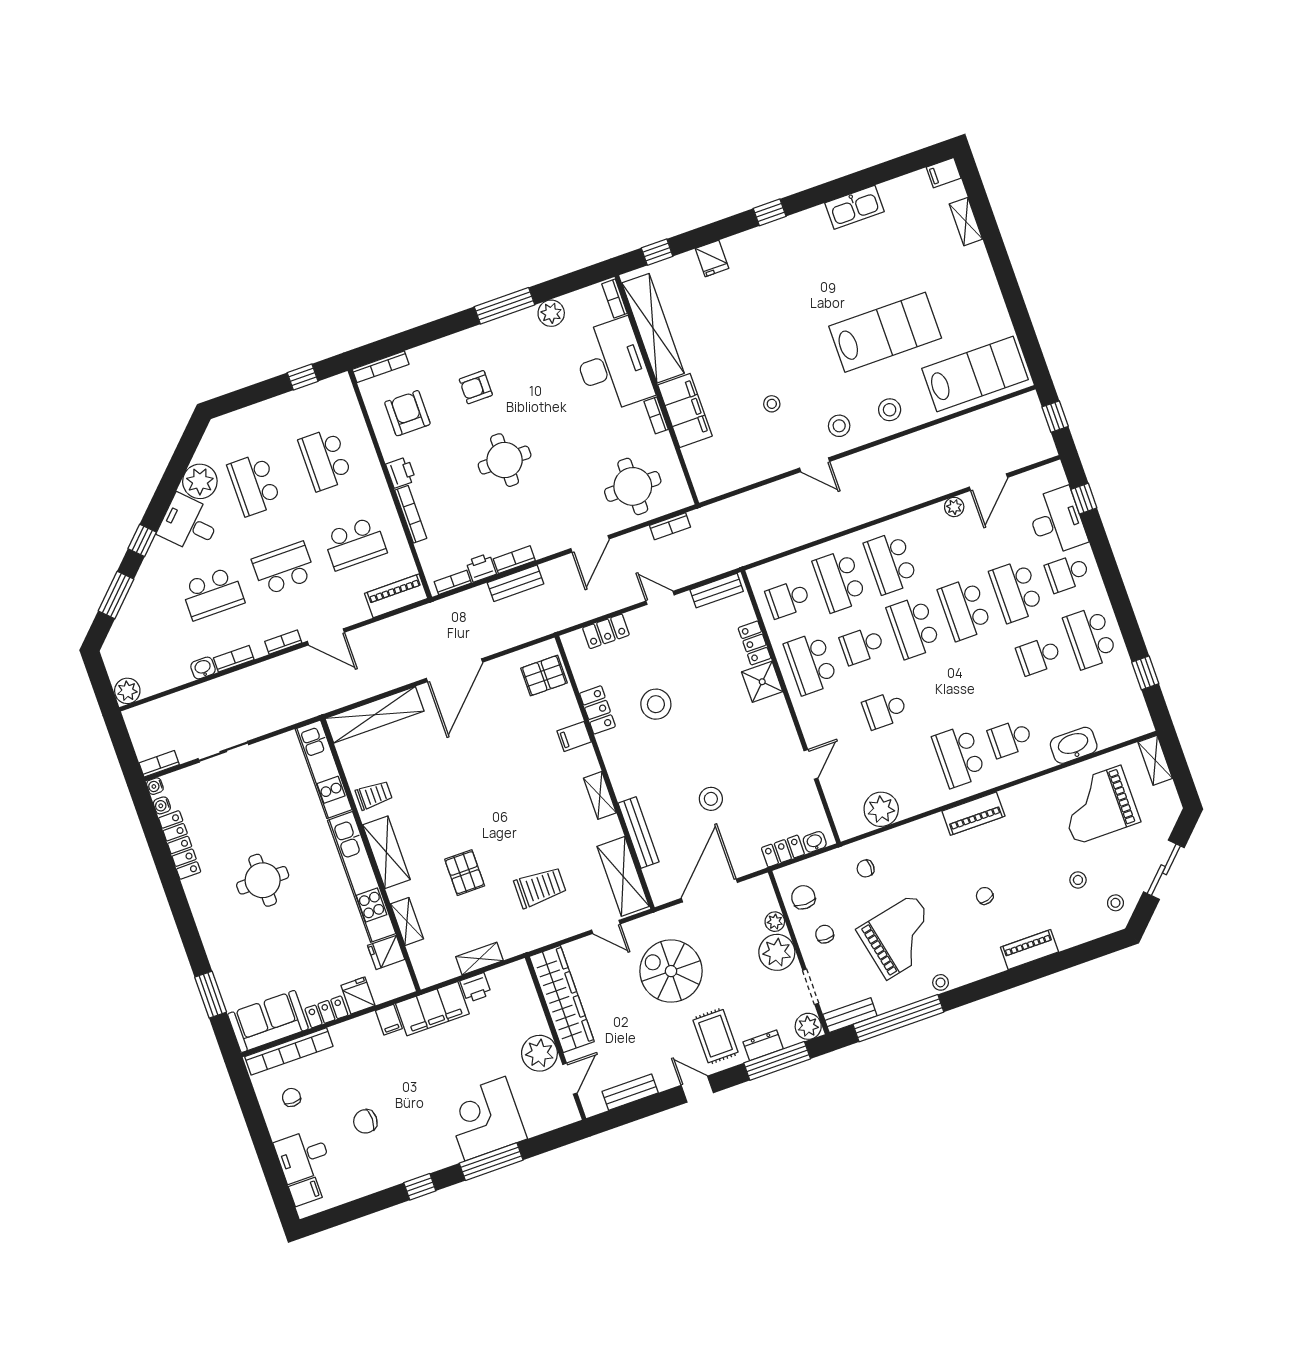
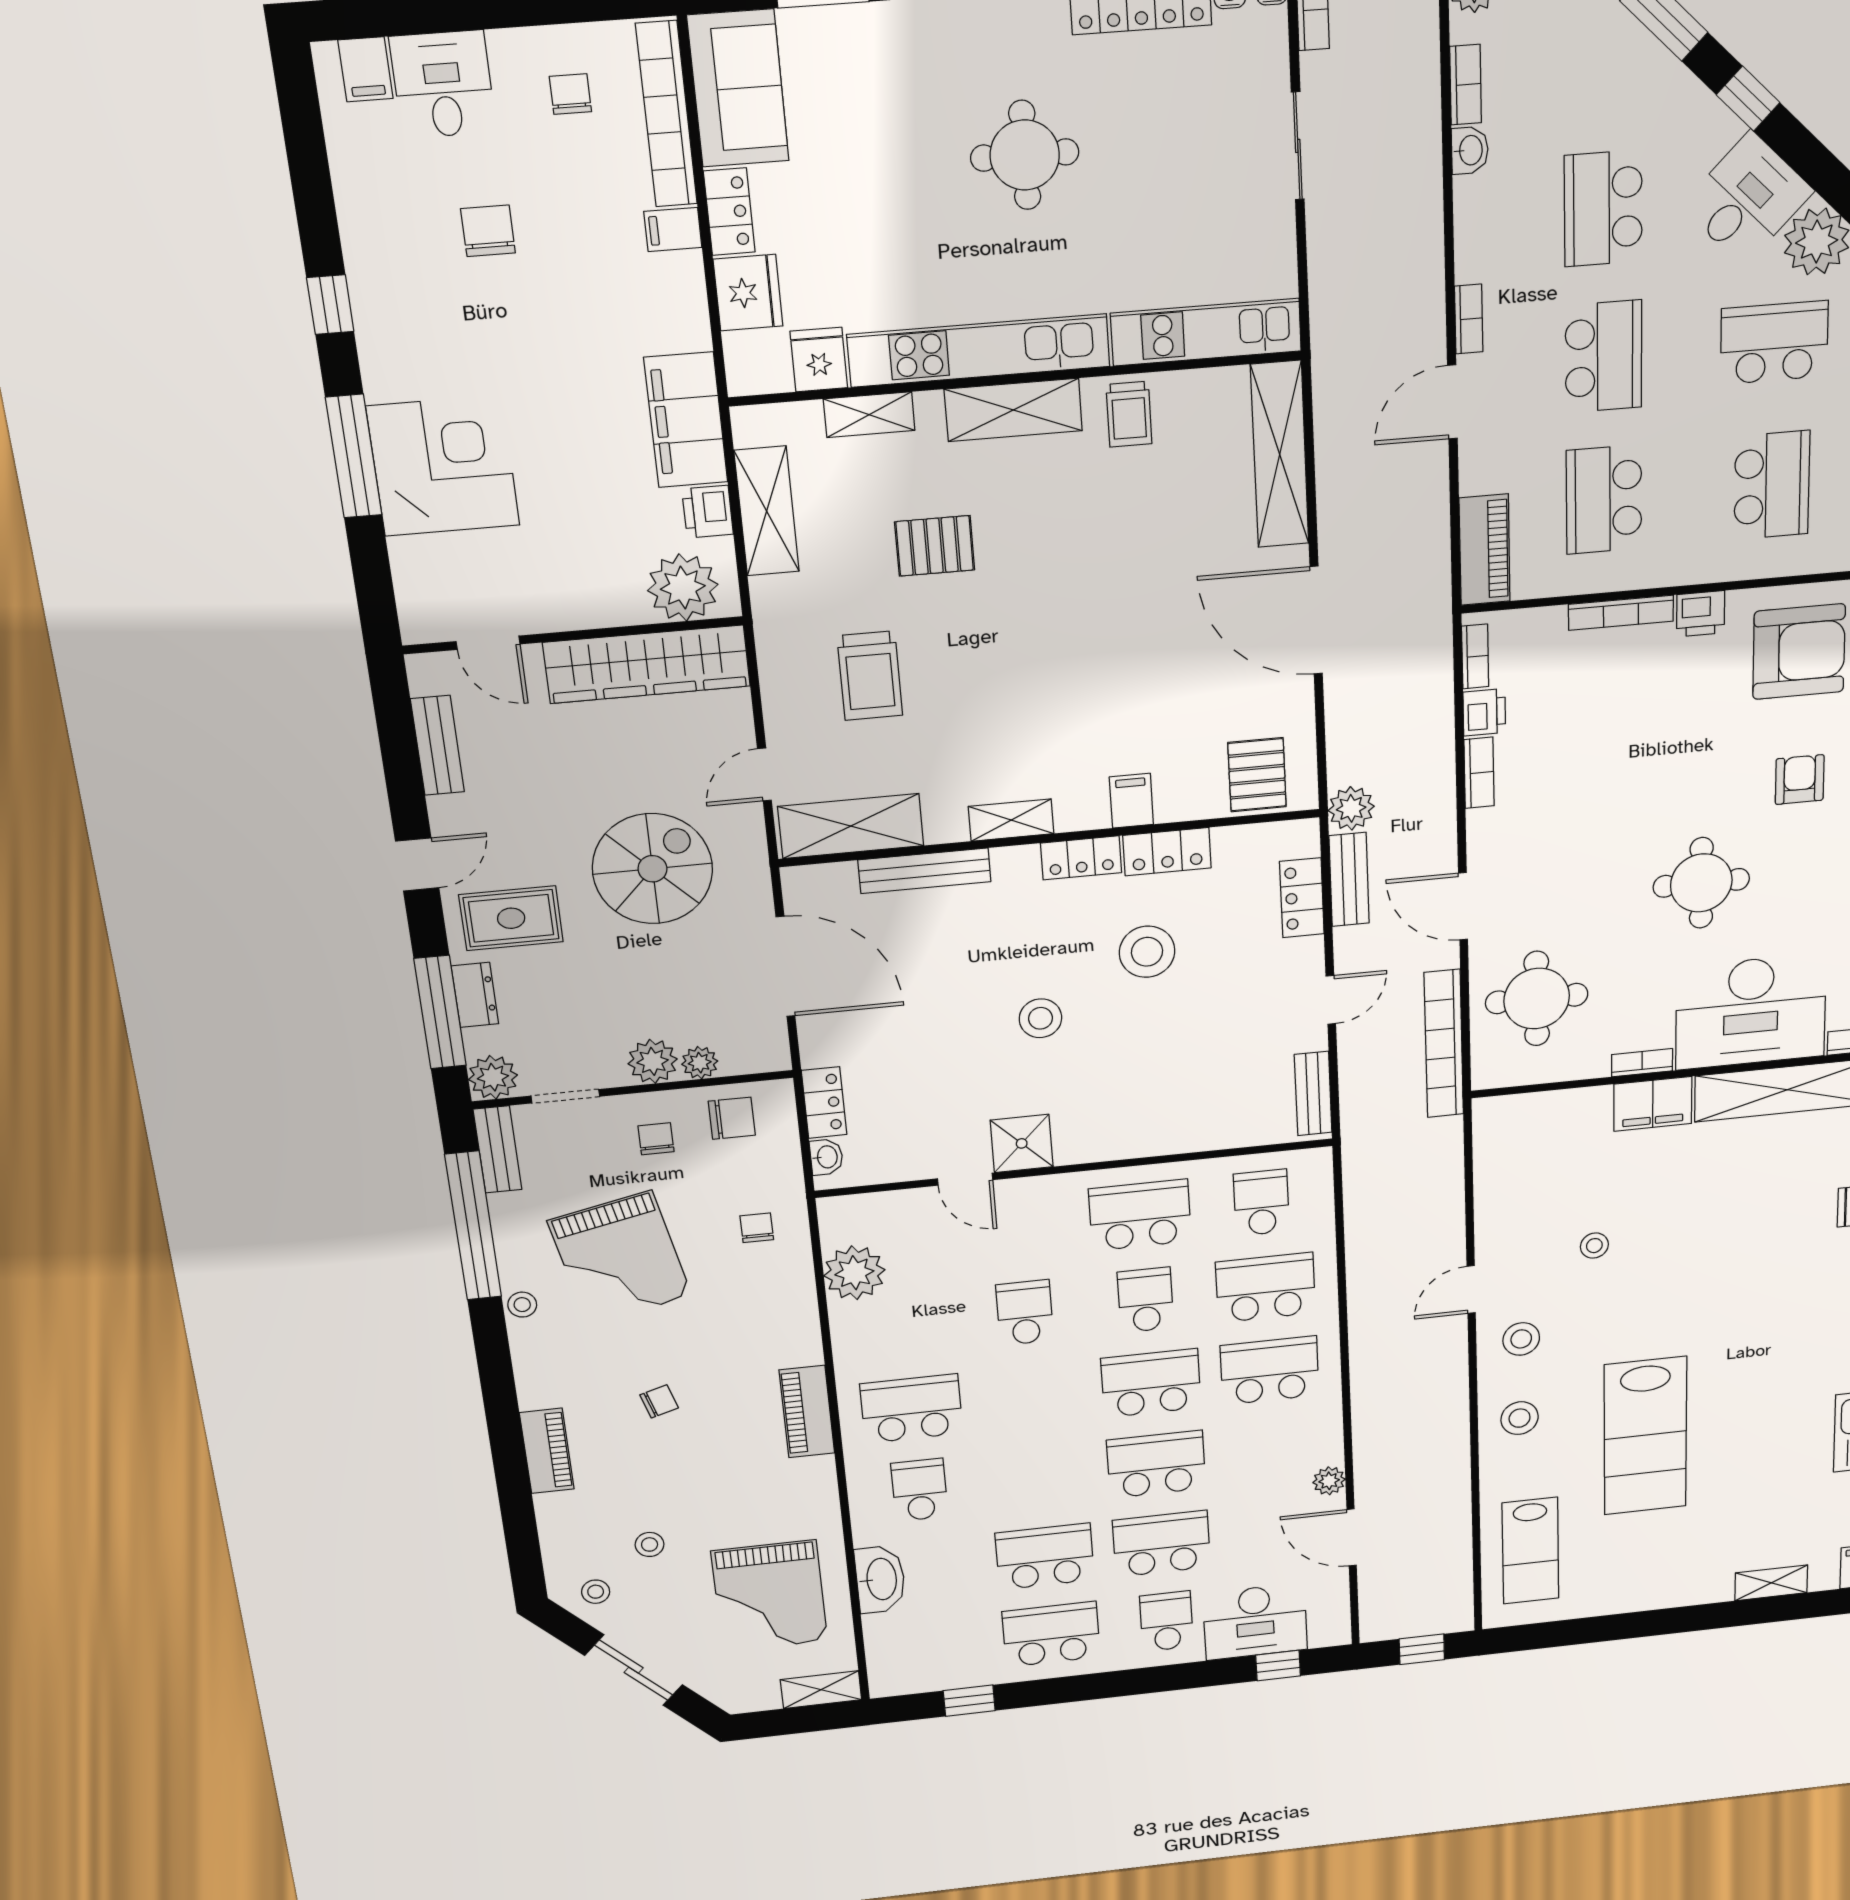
lab bench: (975, 374) -> (1530, 1551), width x0.73, depth x0.72
filing cabinet: (685, 410) -> (1653, 1104), width x0.67, depth x0.86
armchair: (407, 413) -> (1799, 652), width x1.36, depth x1.36
school desk: (325, 460) -> (1772, 485), turned 90
round table: (505, 460) -> (1701, 883), moved
bookcase: (670, 526) -> (1444, 1044), width x2.31, depth x1.31
bench: (515, 583) -> (1349, 879), moved
plant: (550, 621) -> (1351, 808), added
locker: (754, 643) -> (1081, 858), moved, turned 180
school desk: (1039, 656) -> (1045, 1557), width x1.85
bookcase: (234, 659) -> (1466, 85), moved
shower: (762, 682) -> (1022, 1143), moved
stool: (711, 799) -> (1040, 1018), moved
grand piano: (1098, 805) -> (770, 1596), turned 180
chair: (825, 934) -> (656, 1139), turned -90
plant: (777, 952) -> (653, 1061), width x0.73, depth x0.73
shelving: (479, 959) -> (767, 511), width x1.50, depth x1.33
fridge: (358, 996) -> (748, 293), width x1.38
filing cabinet: (389, 1020) -> (673, 229), moved
plant: (539, 1053) -> (683, 588), moved
chair: (291, 1097) -> (570, 94), turned -90

